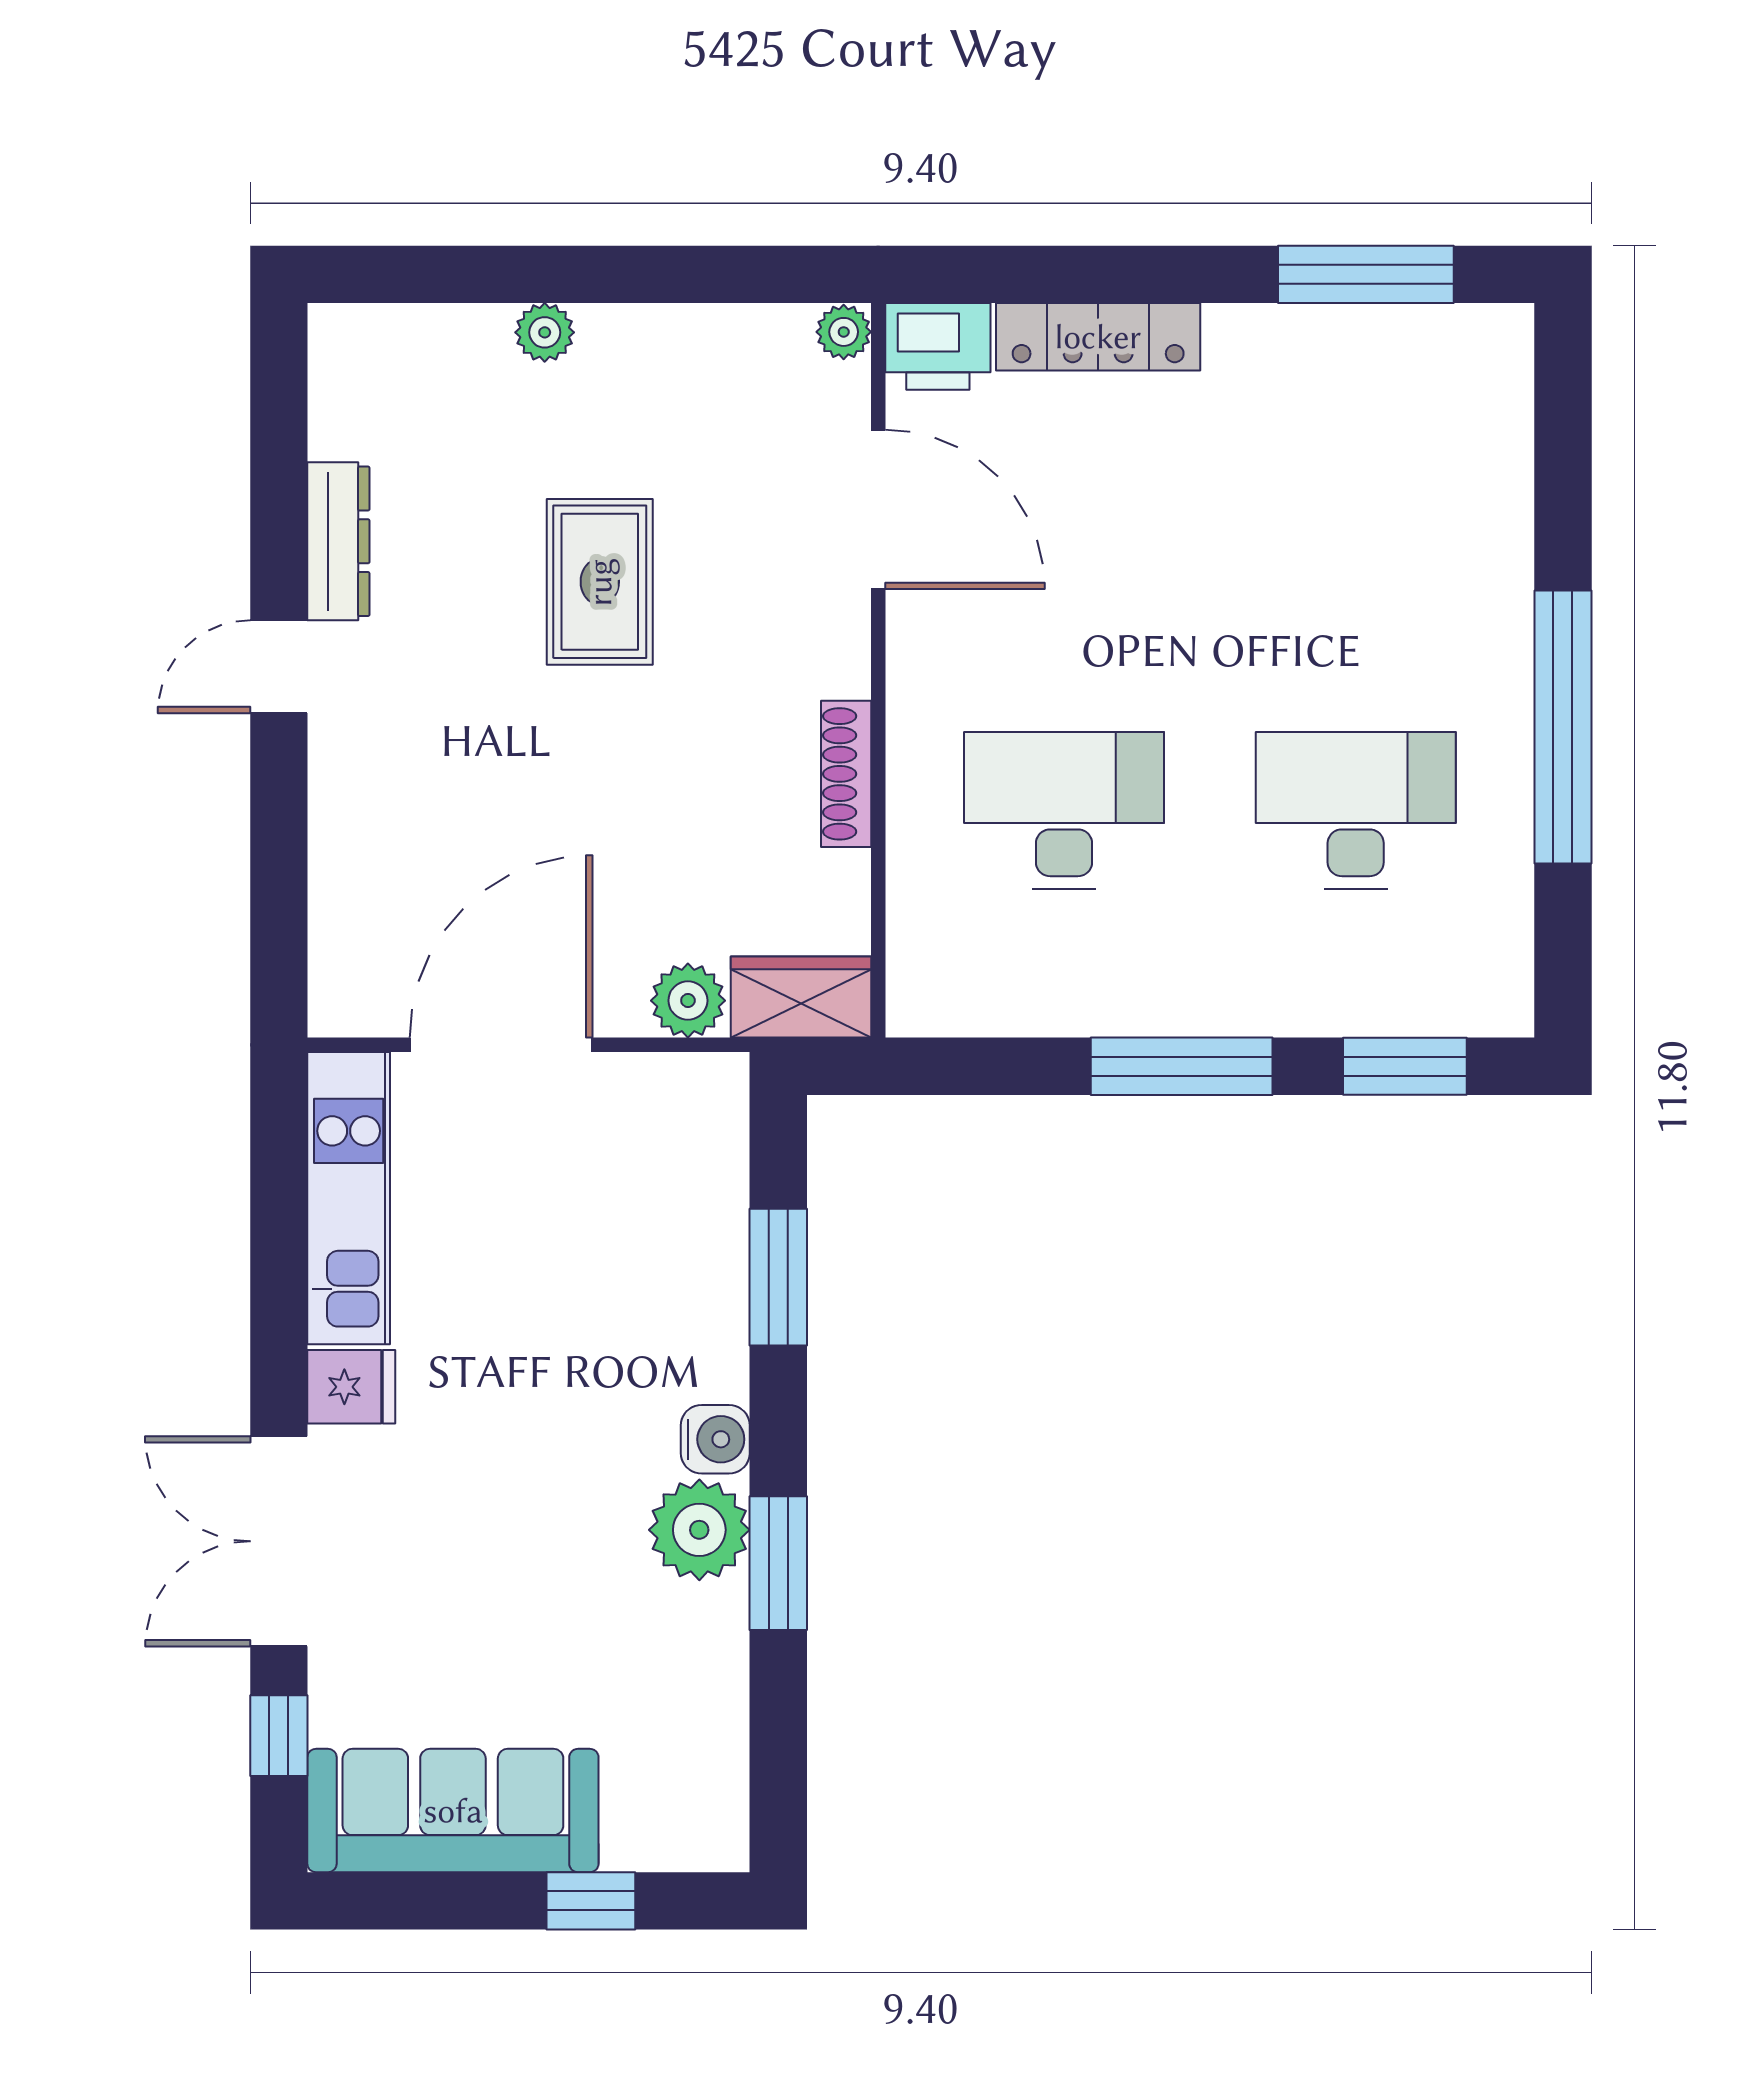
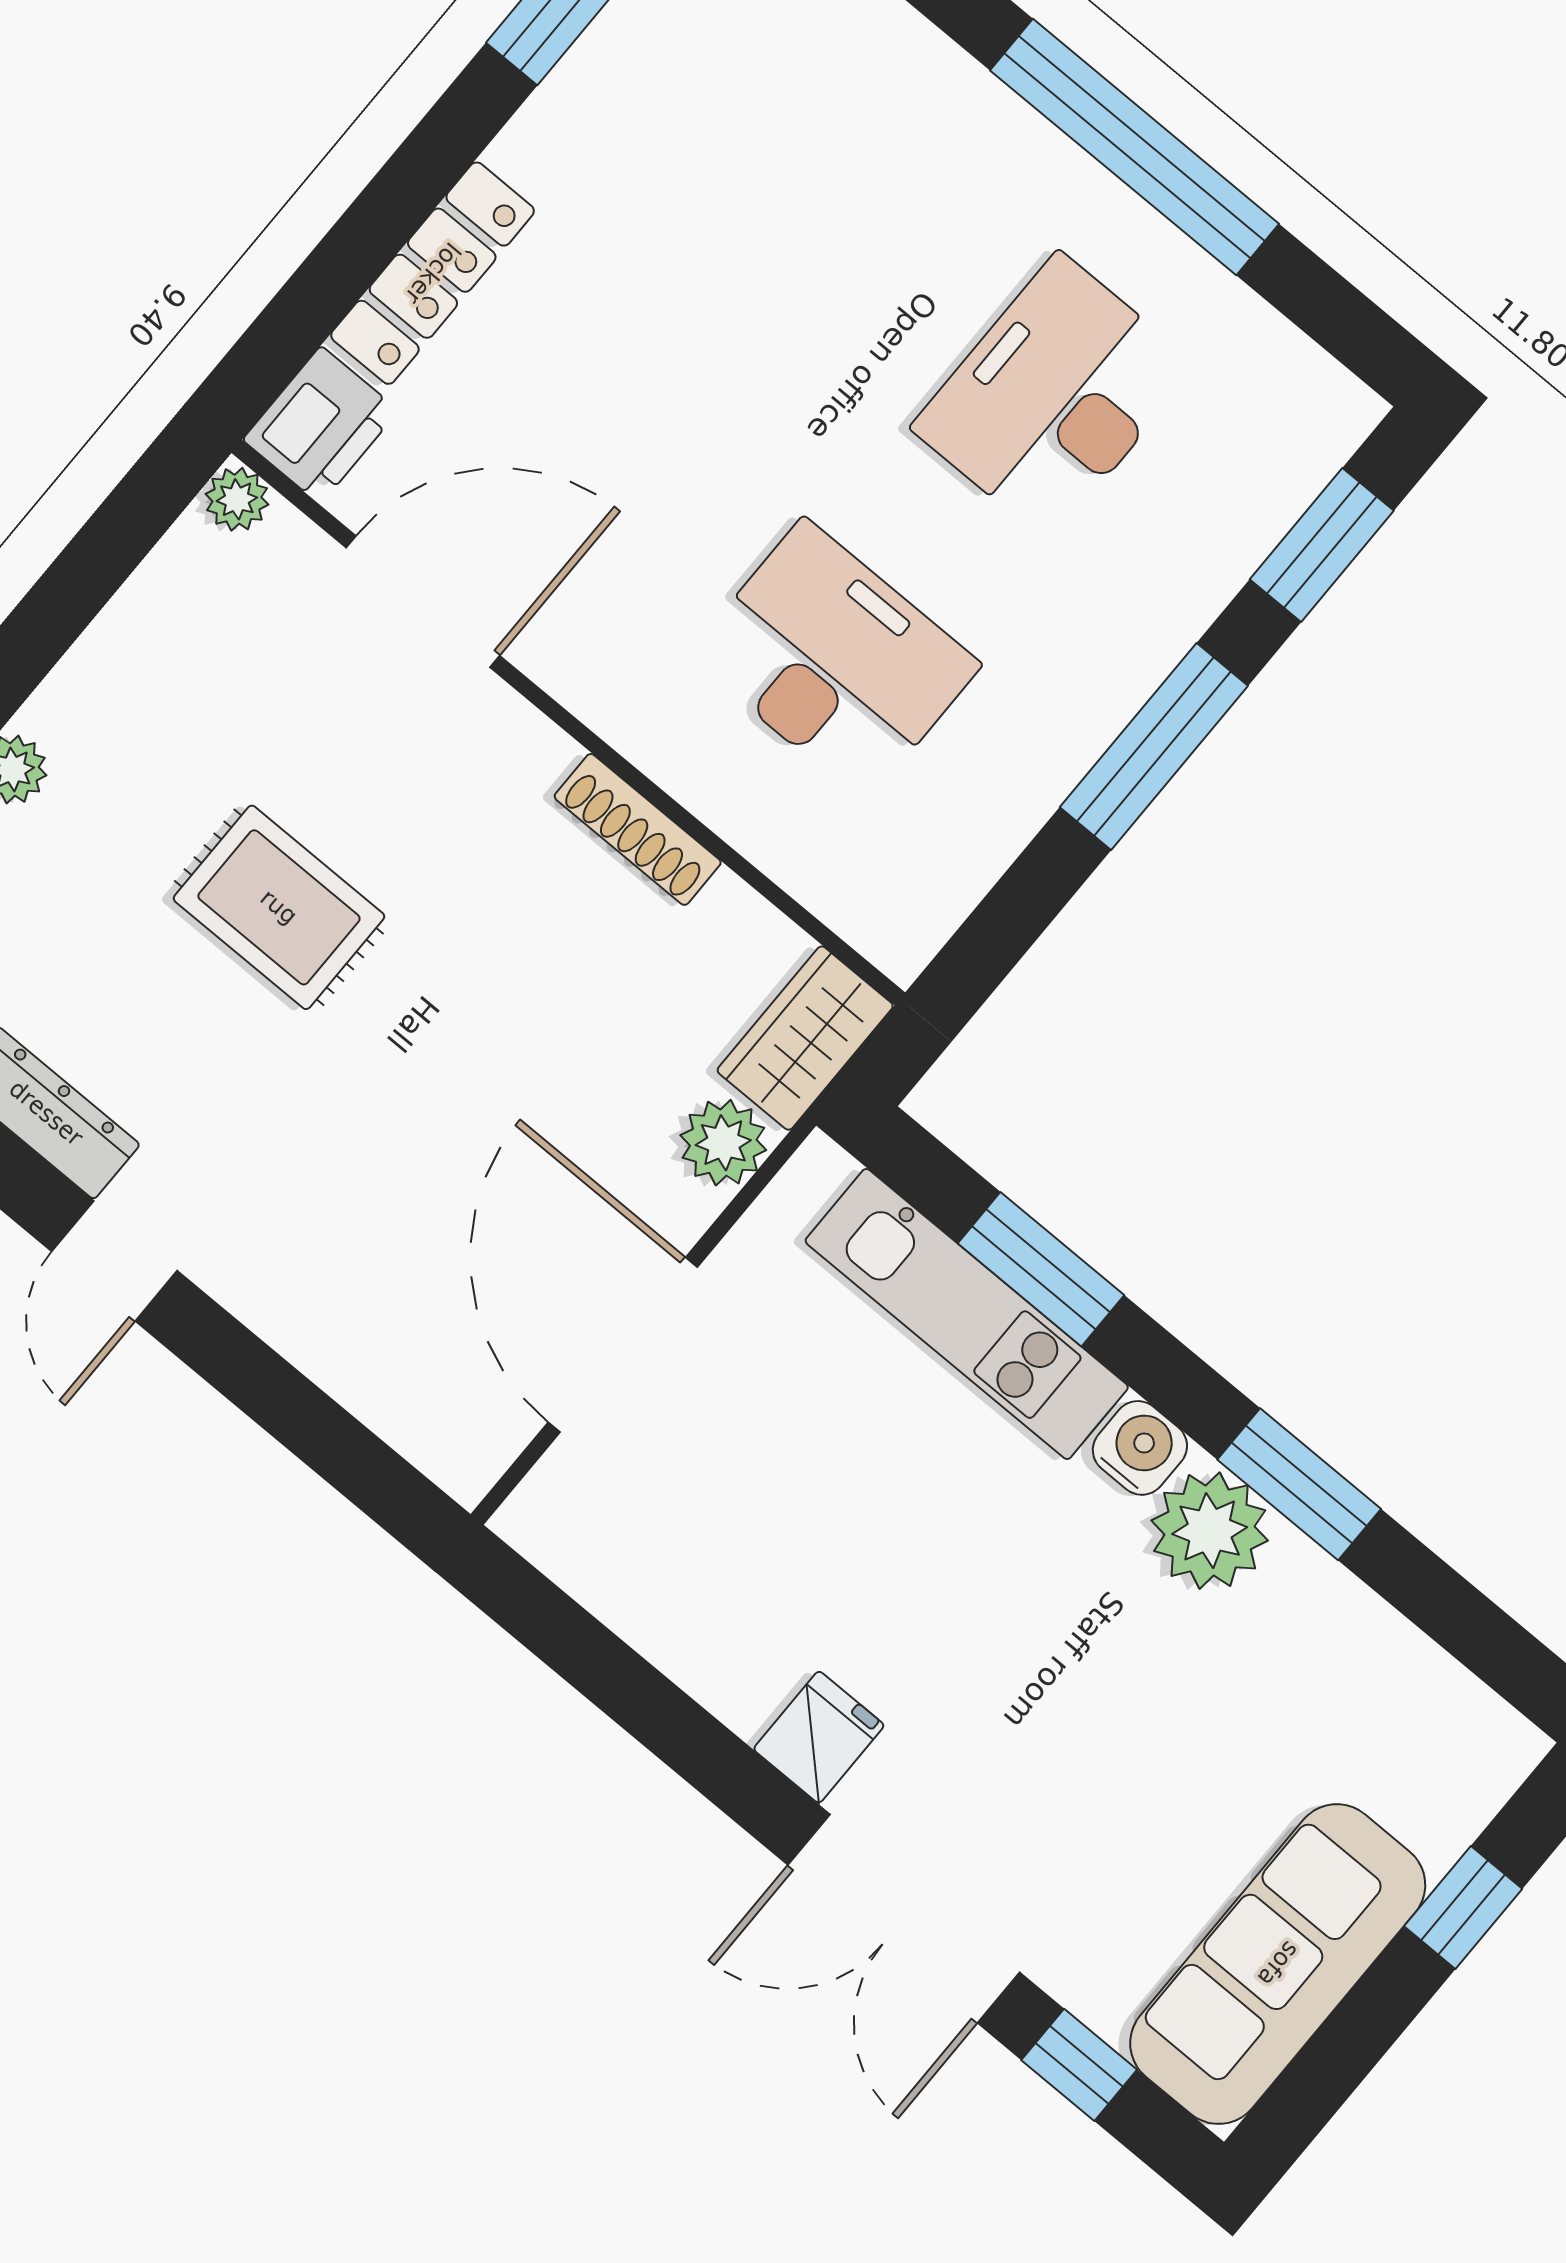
desk: (1064, 810) -> (835, 660), turned 90
kitchen unit: (349, 1198) -> (967, 1314), moved, turned 180

